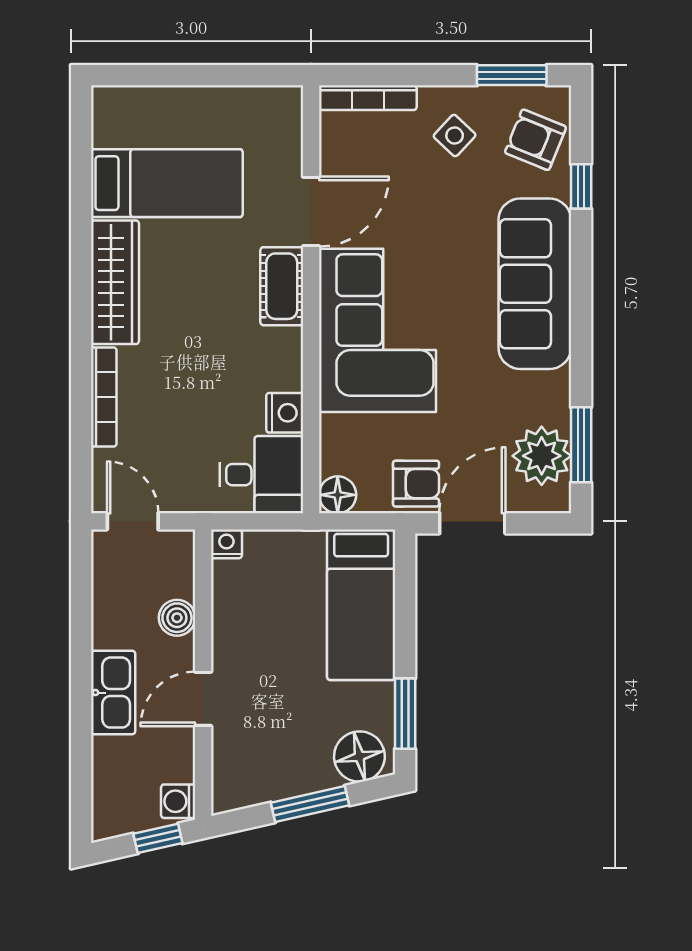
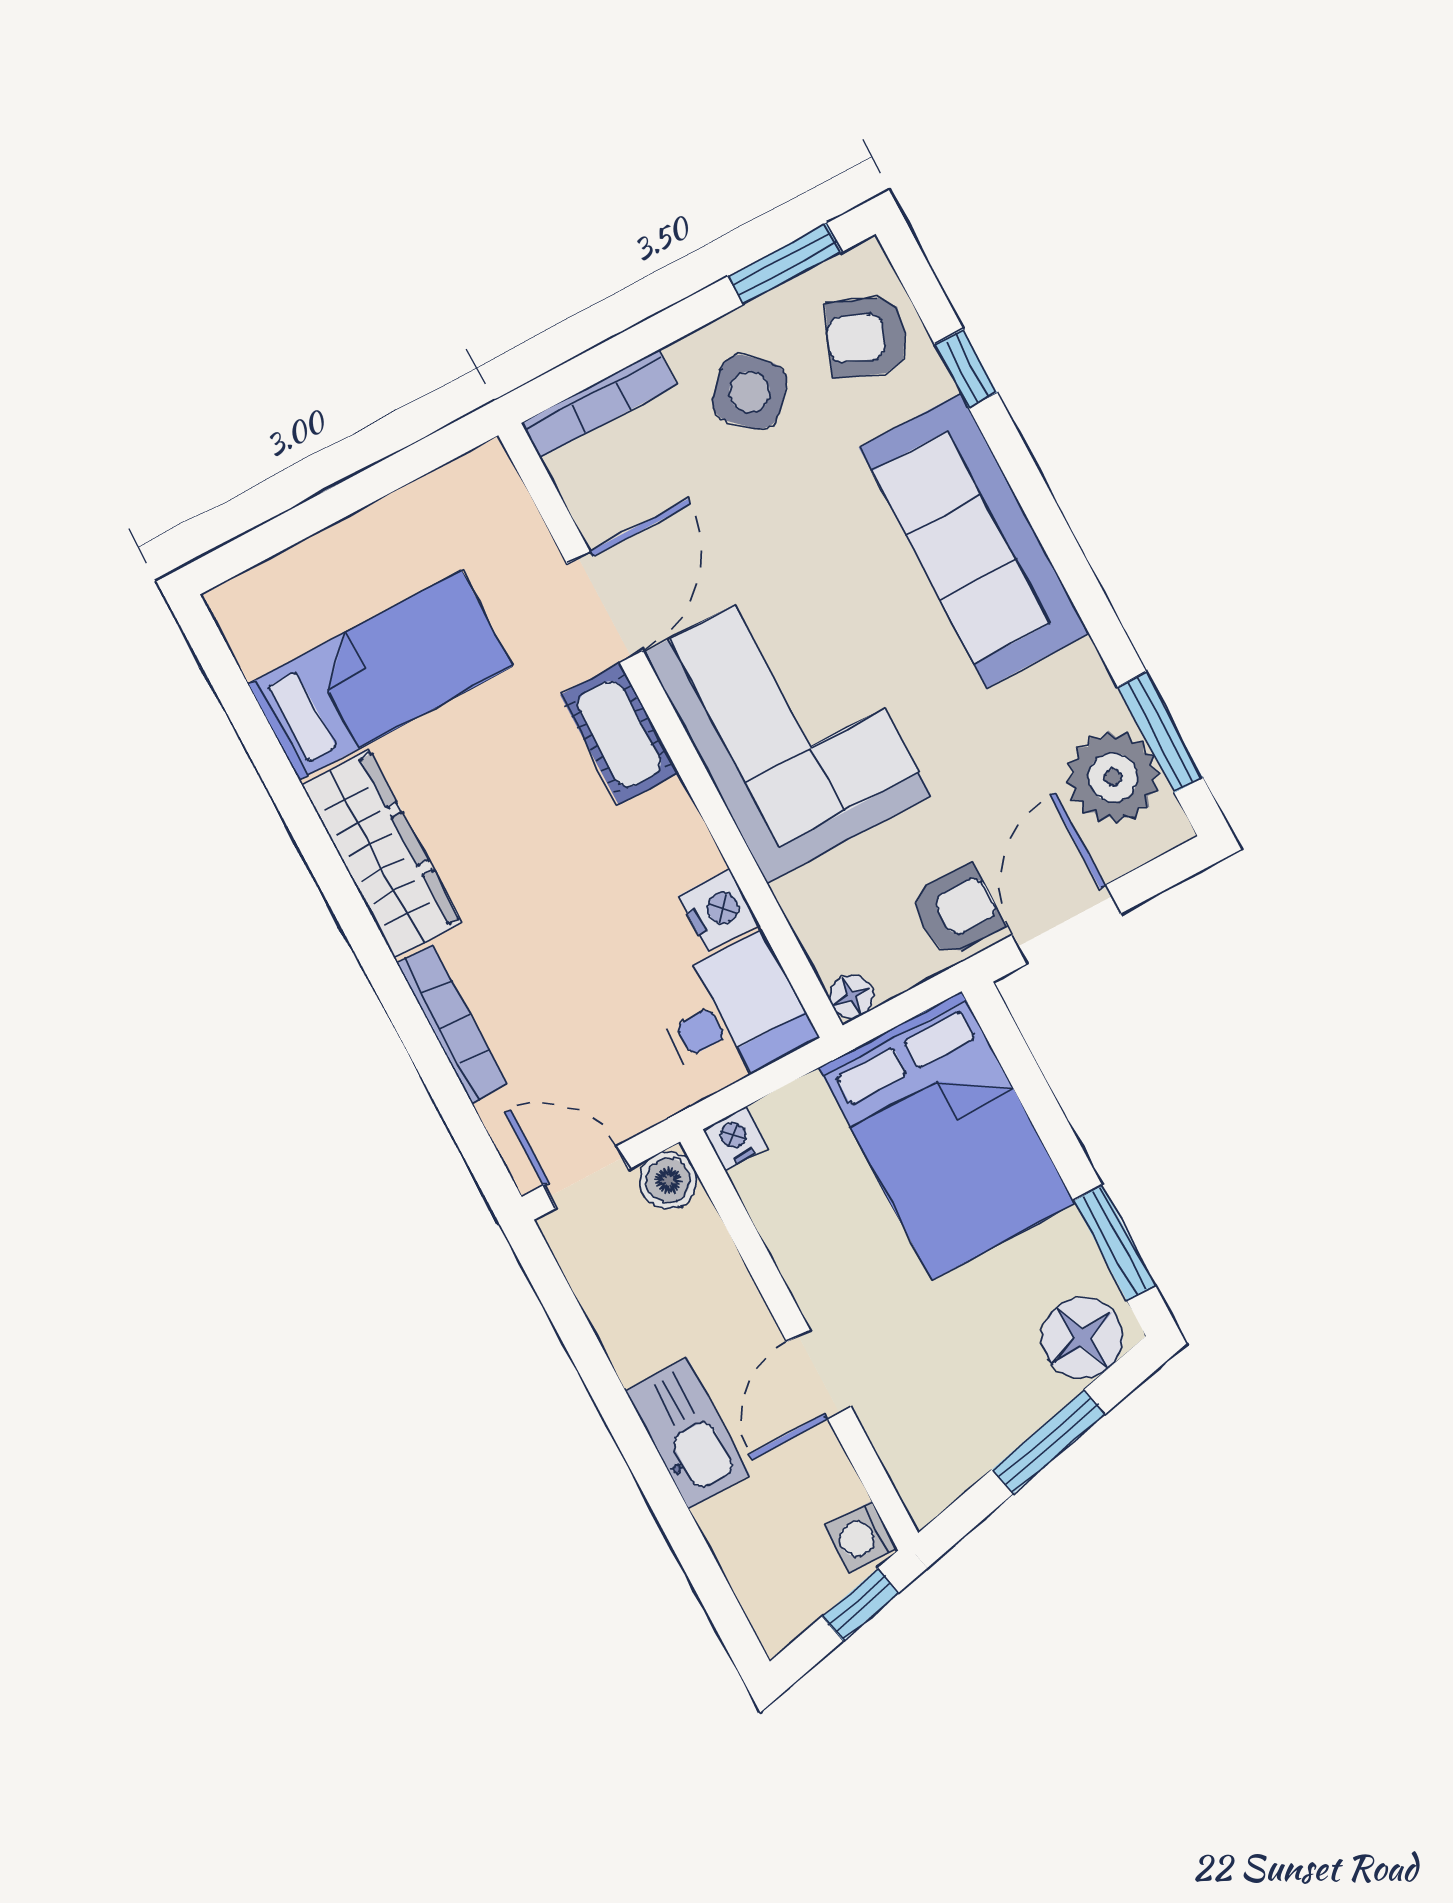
side table: (455, 135) -> (750, 392), width x1.37, depth x1.37
floor lamp: (338, 495) -> (852, 997), width x0.73, depth x0.73
bed: (361, 605) -> (947, 1135), width x1.50
boiler: (177, 618) -> (668, 1180), moved

